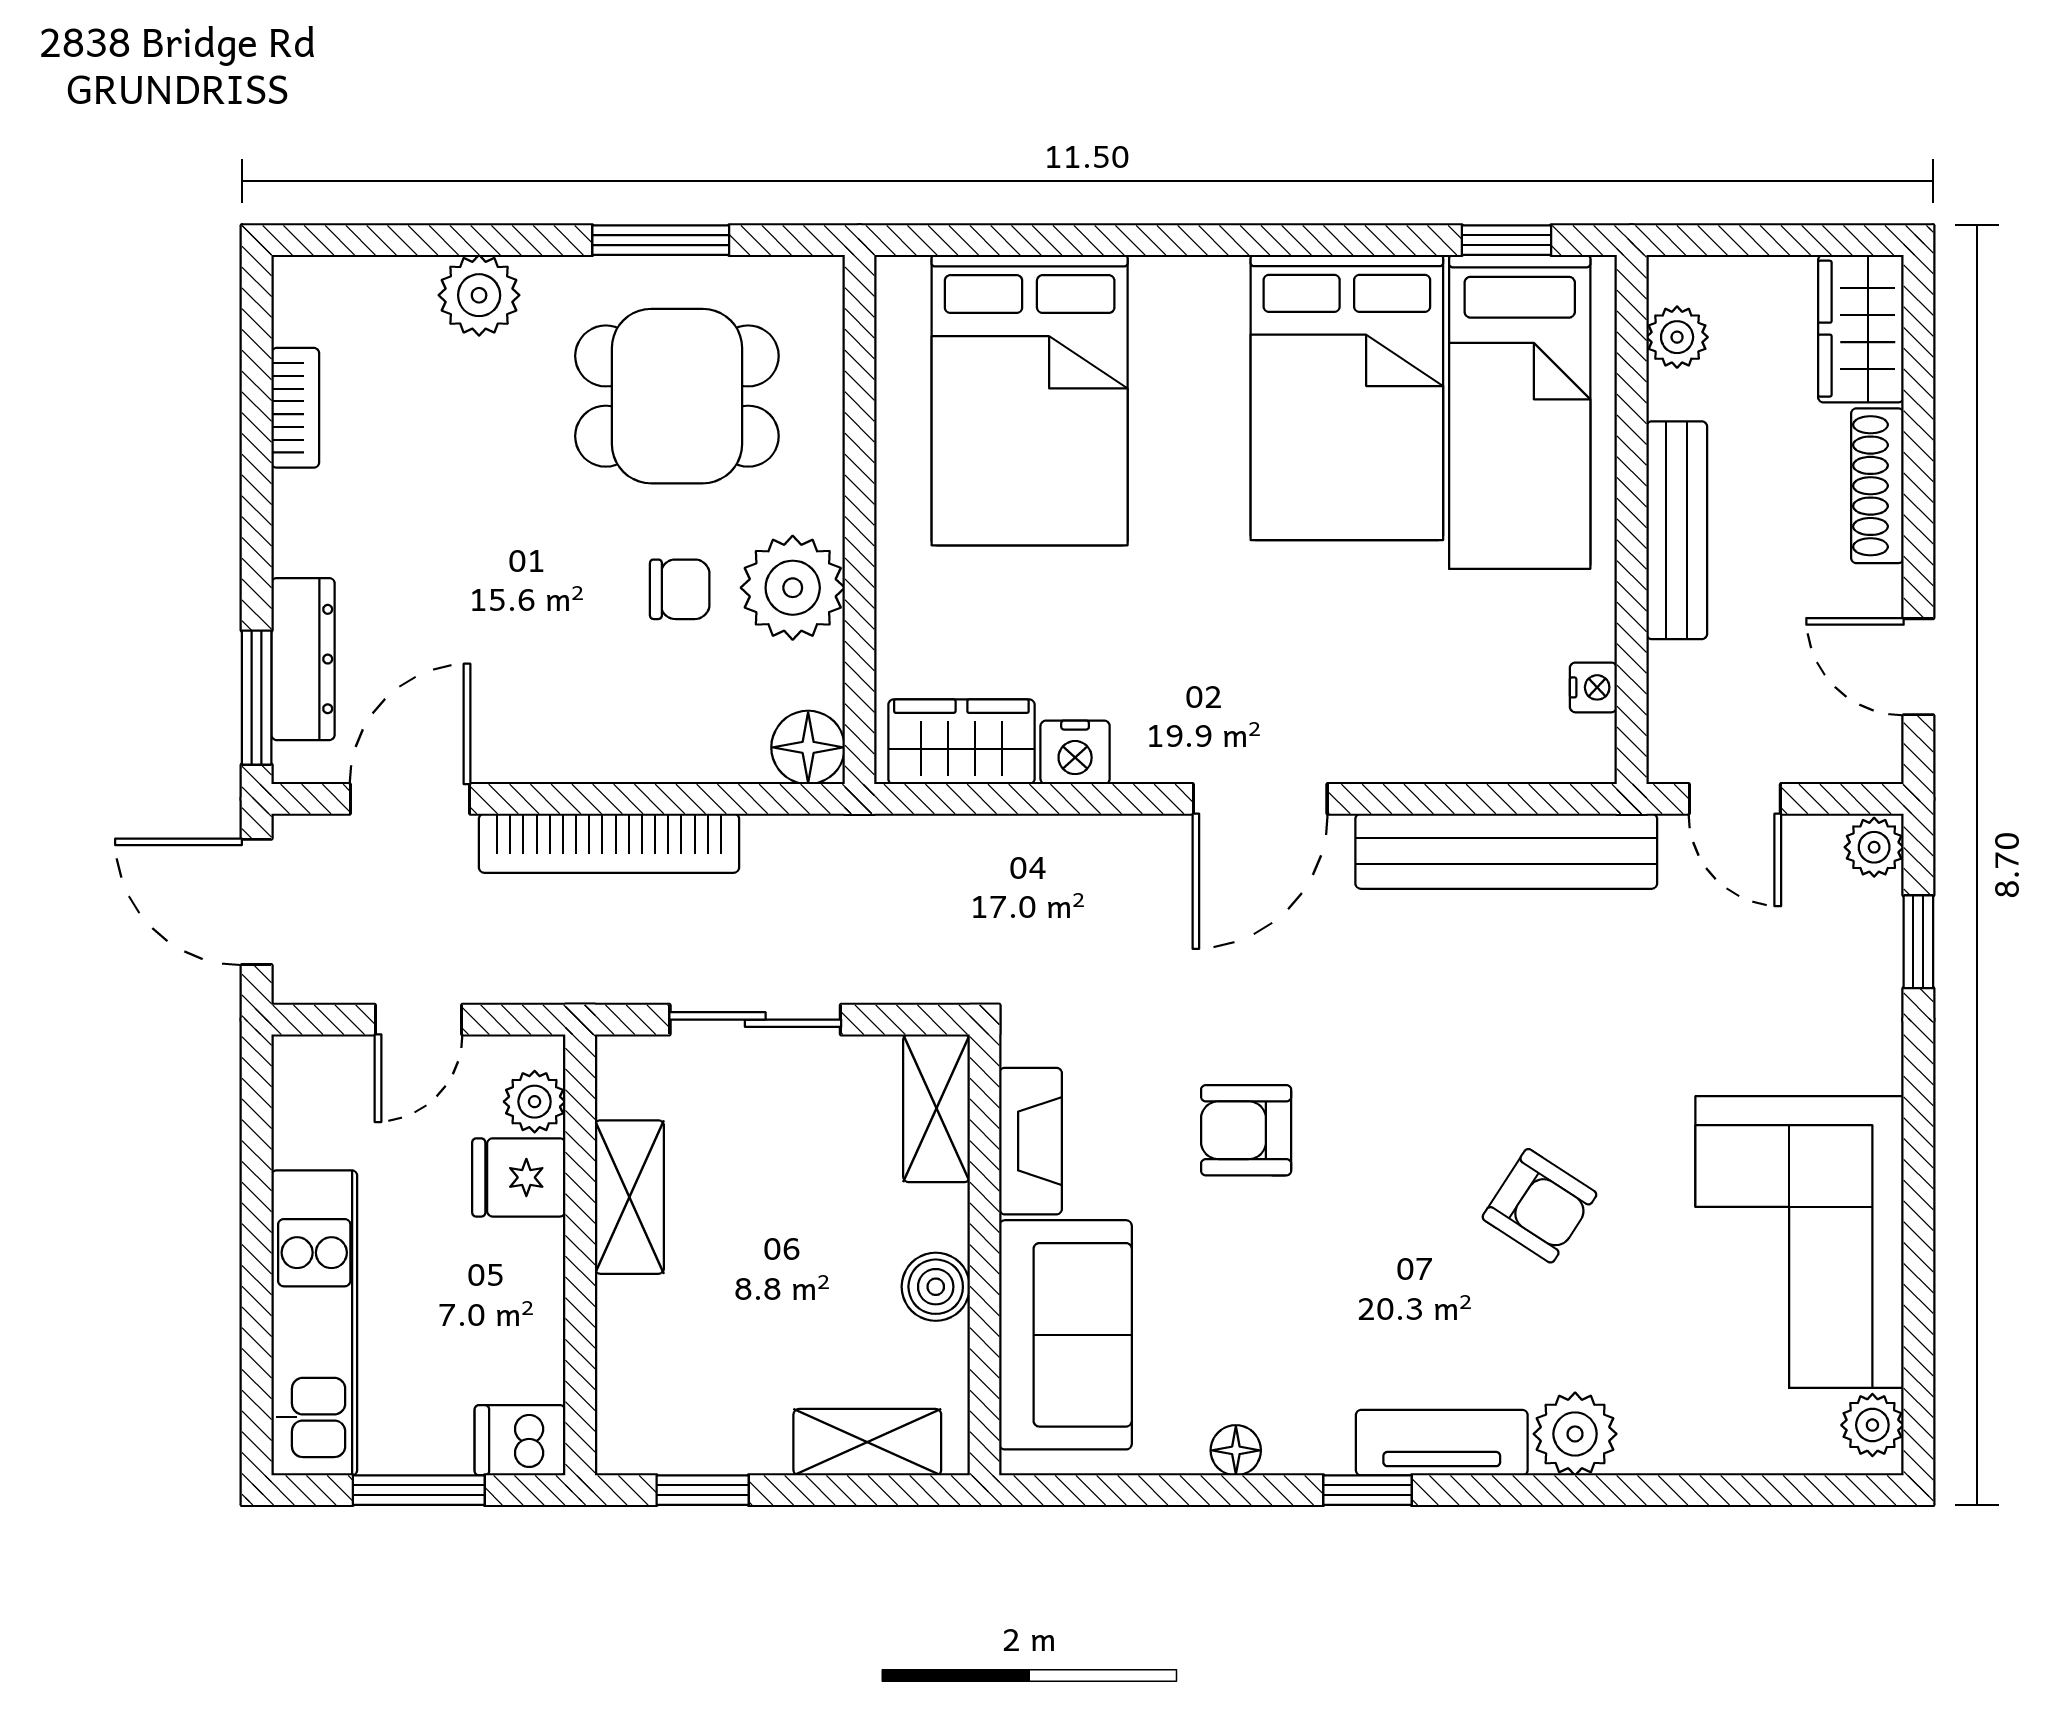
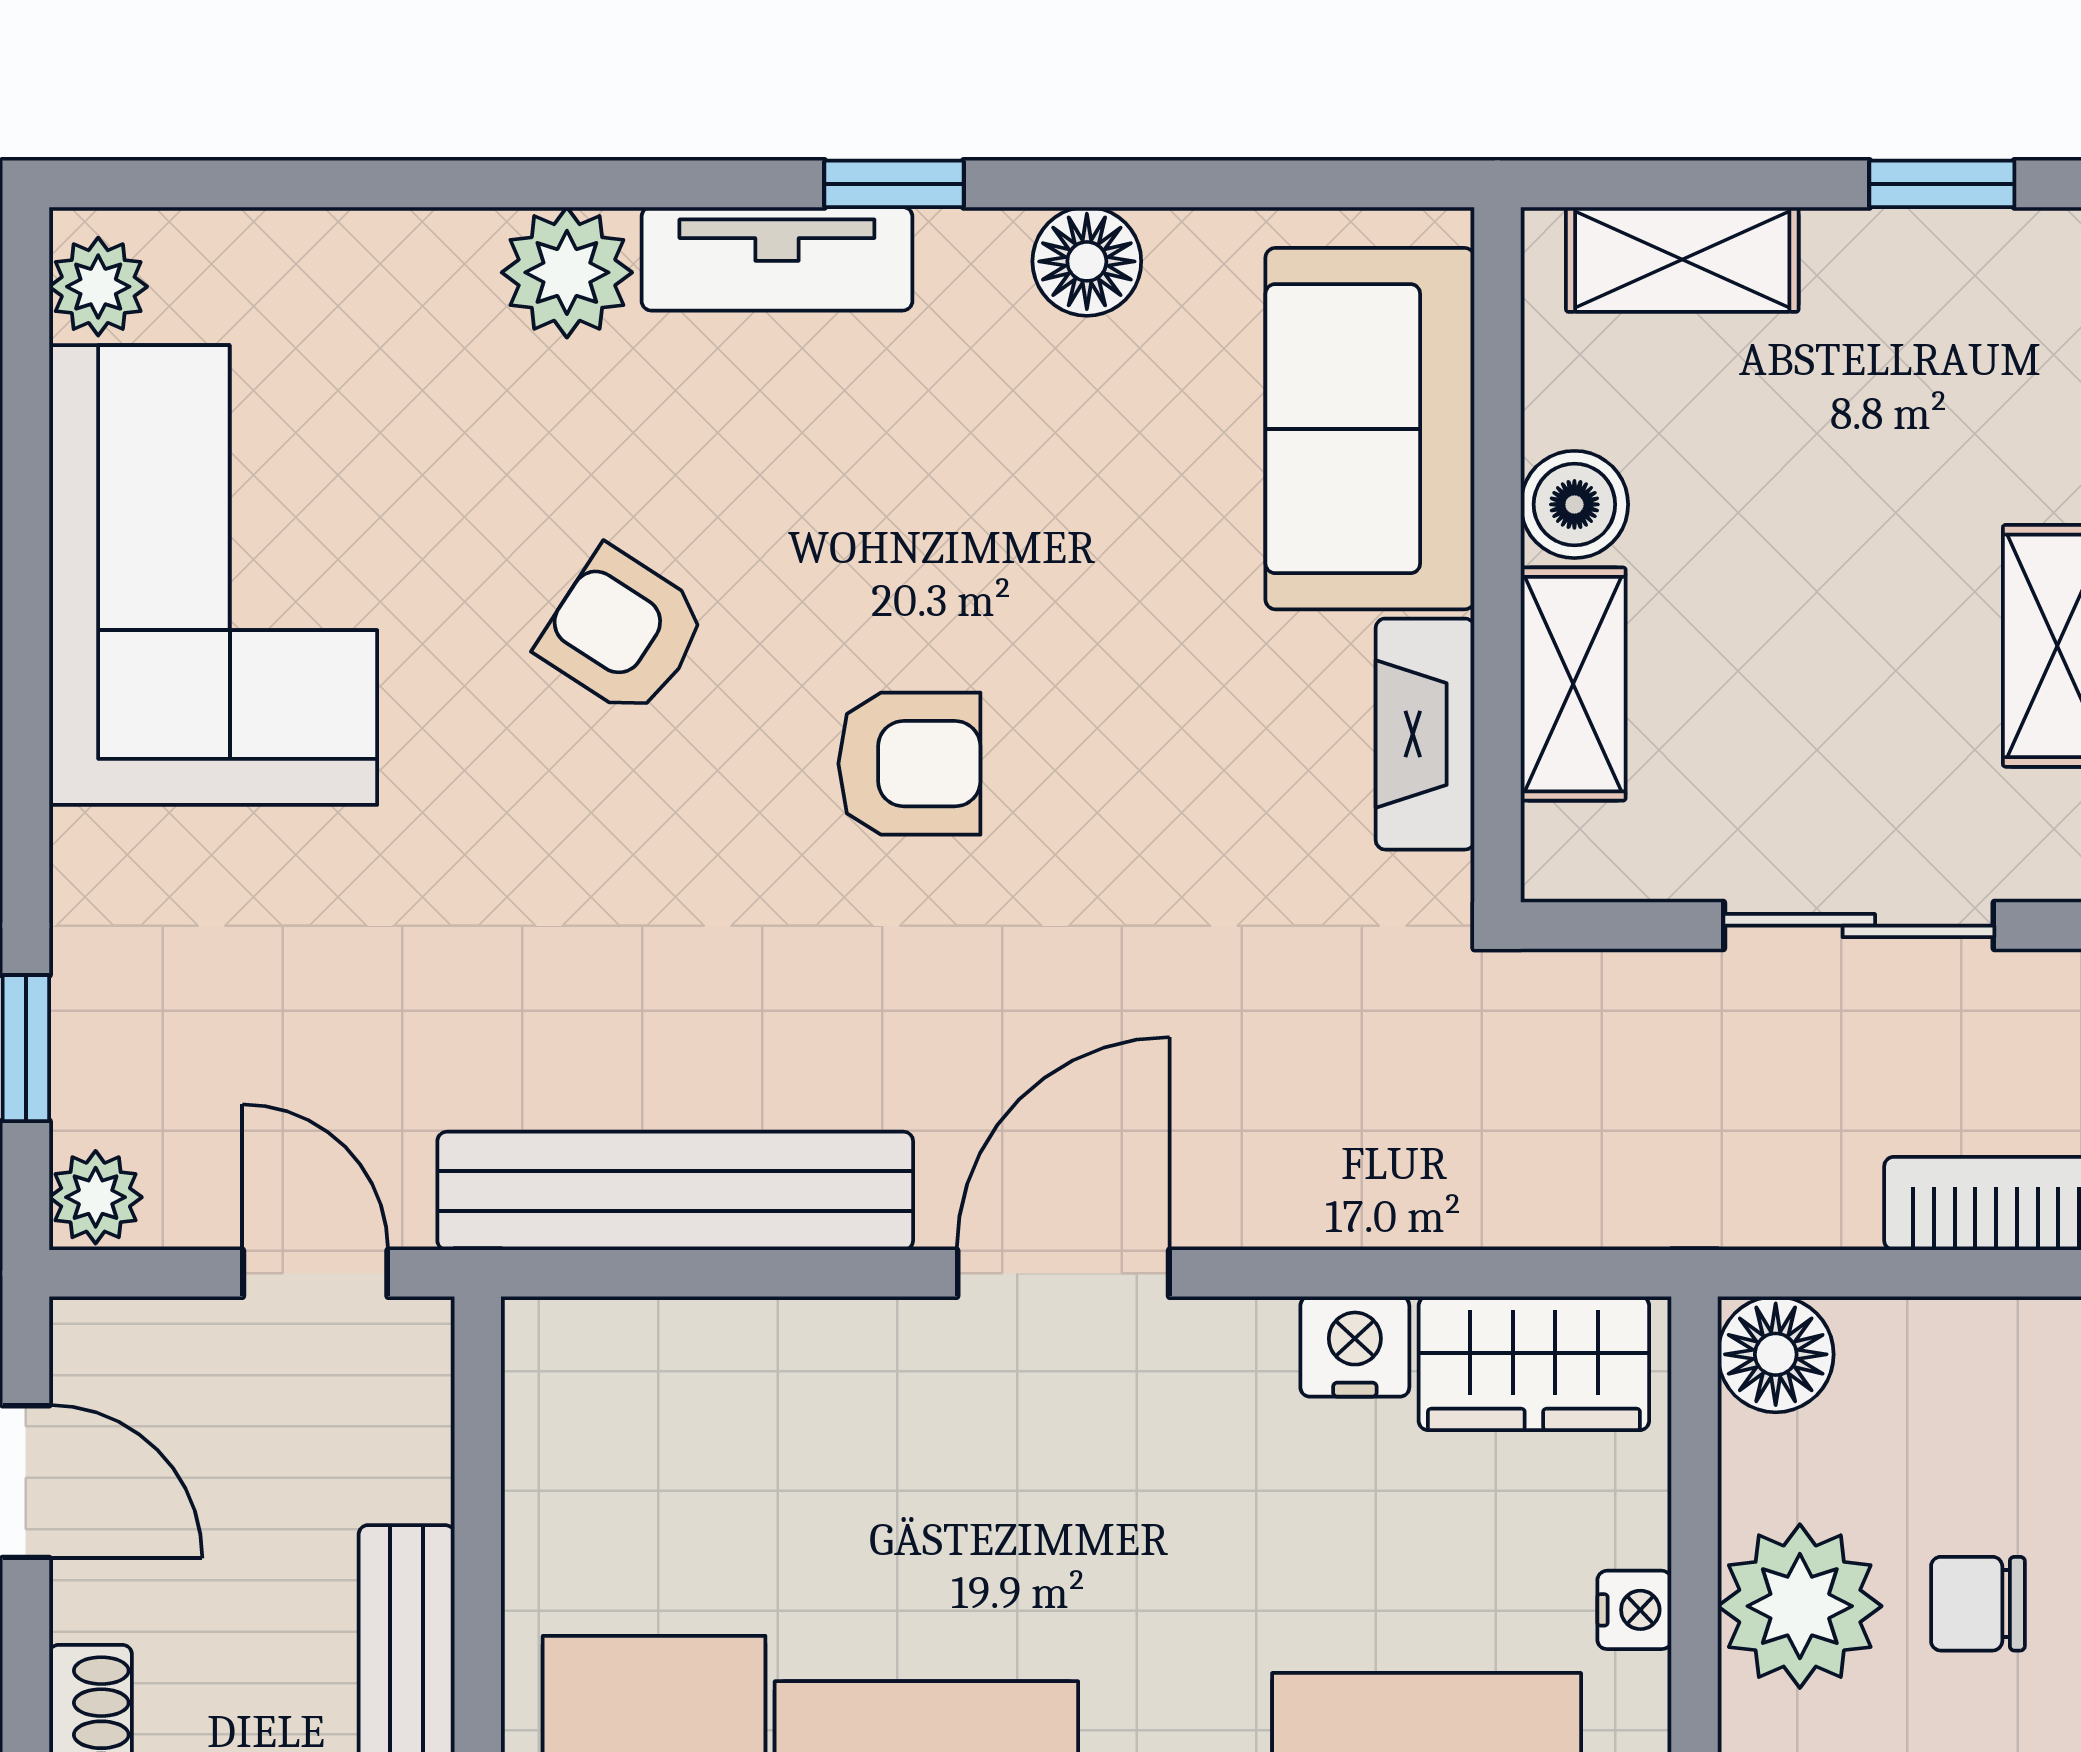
nightstand: (1593, 687) -> (1634, 1610), moved, turned 180
shelving: (937, 1108) -> (1573, 684), moved
armchair: (1246, 1130) -> (909, 764), moved
floor lamp: (1236, 1450) -> (1087, 261), width x1.37, depth x1.37

